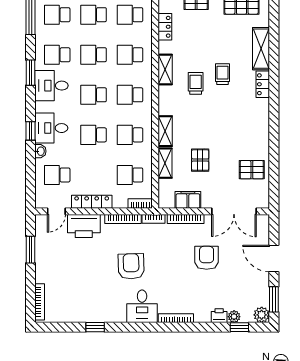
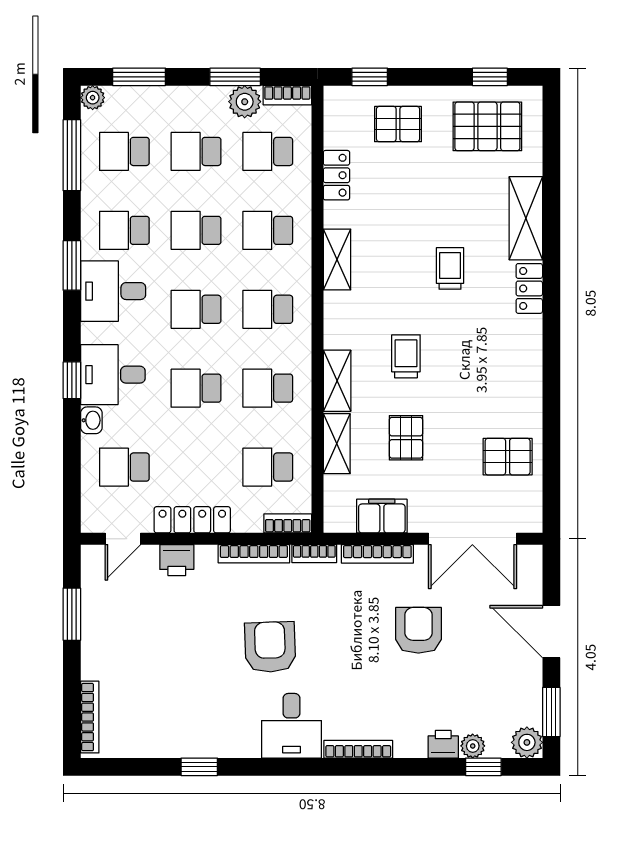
trolley: (196, 83) -> (406, 356), moved
printer: (84, 226) -> (177, 560), width x0.53, depth x0.68

